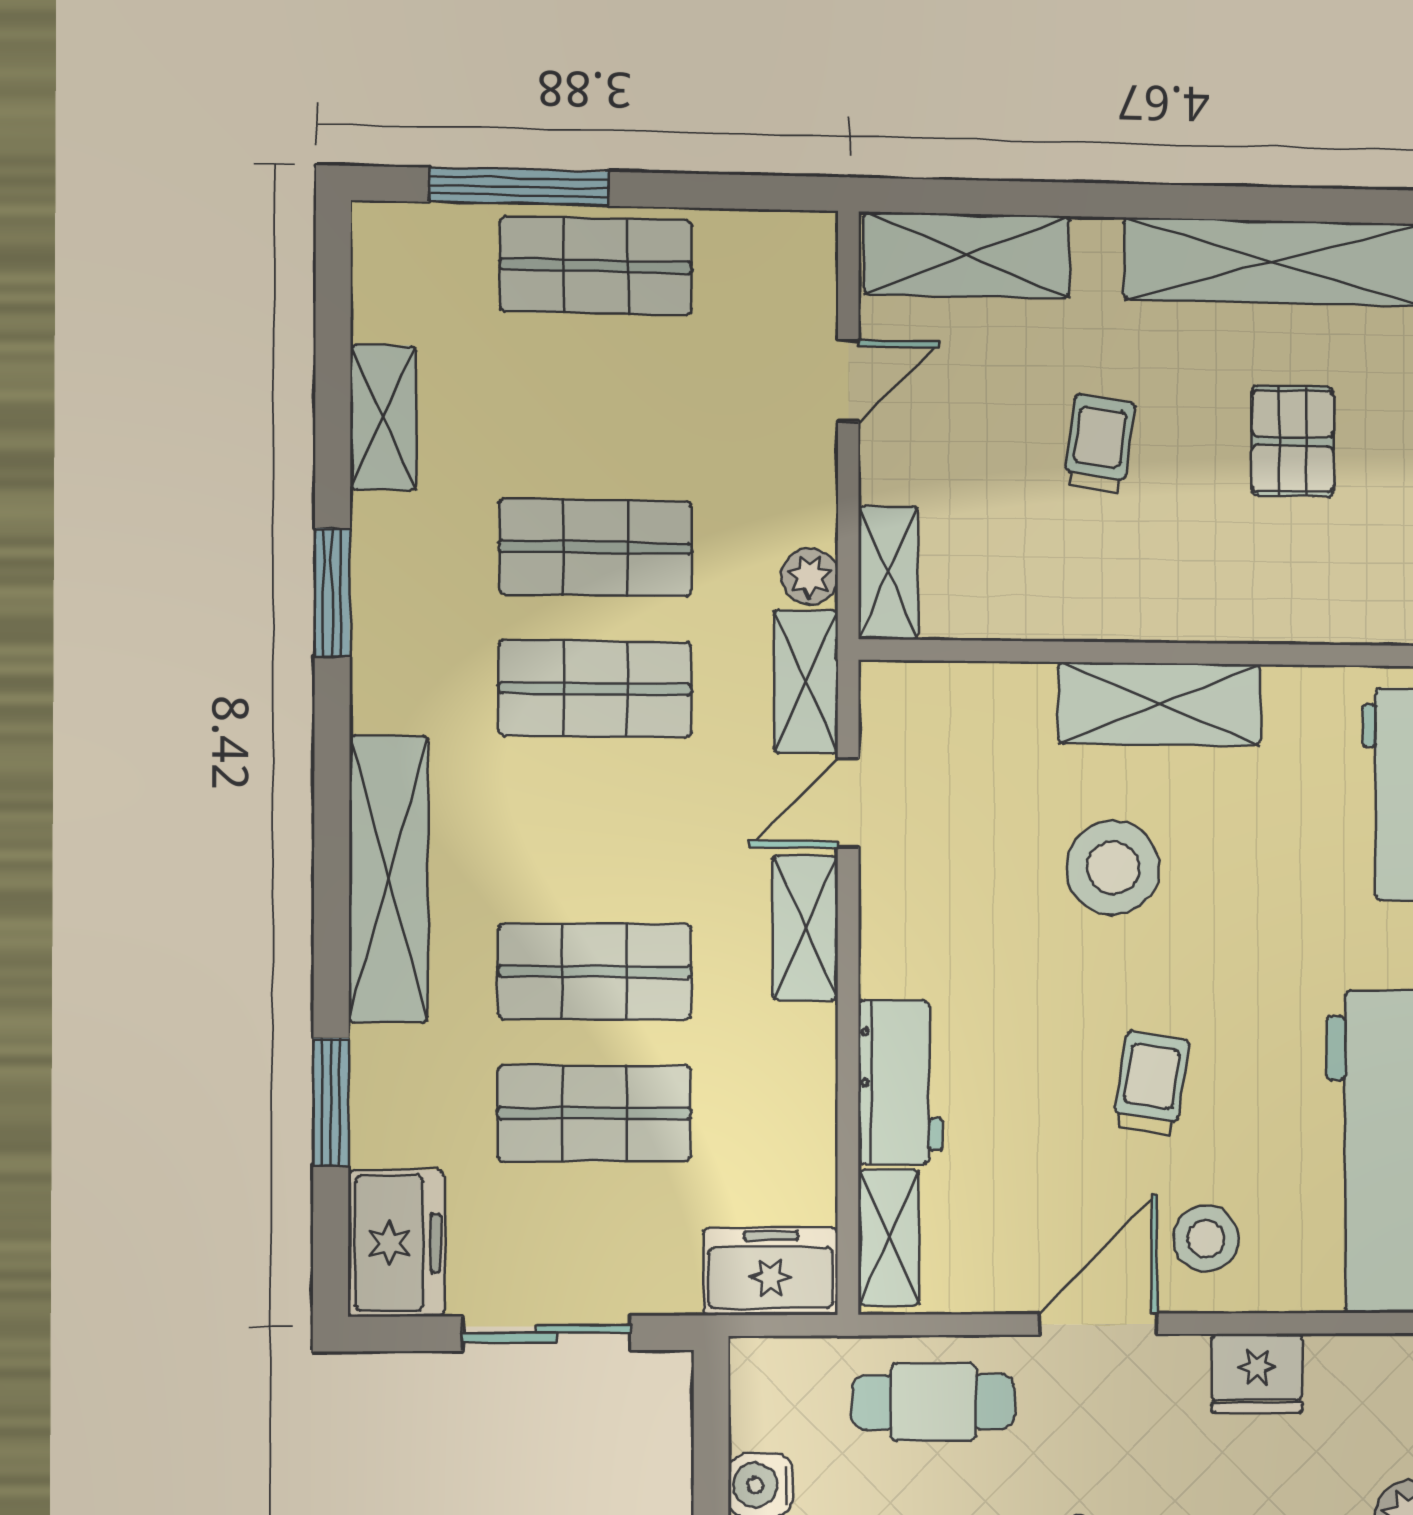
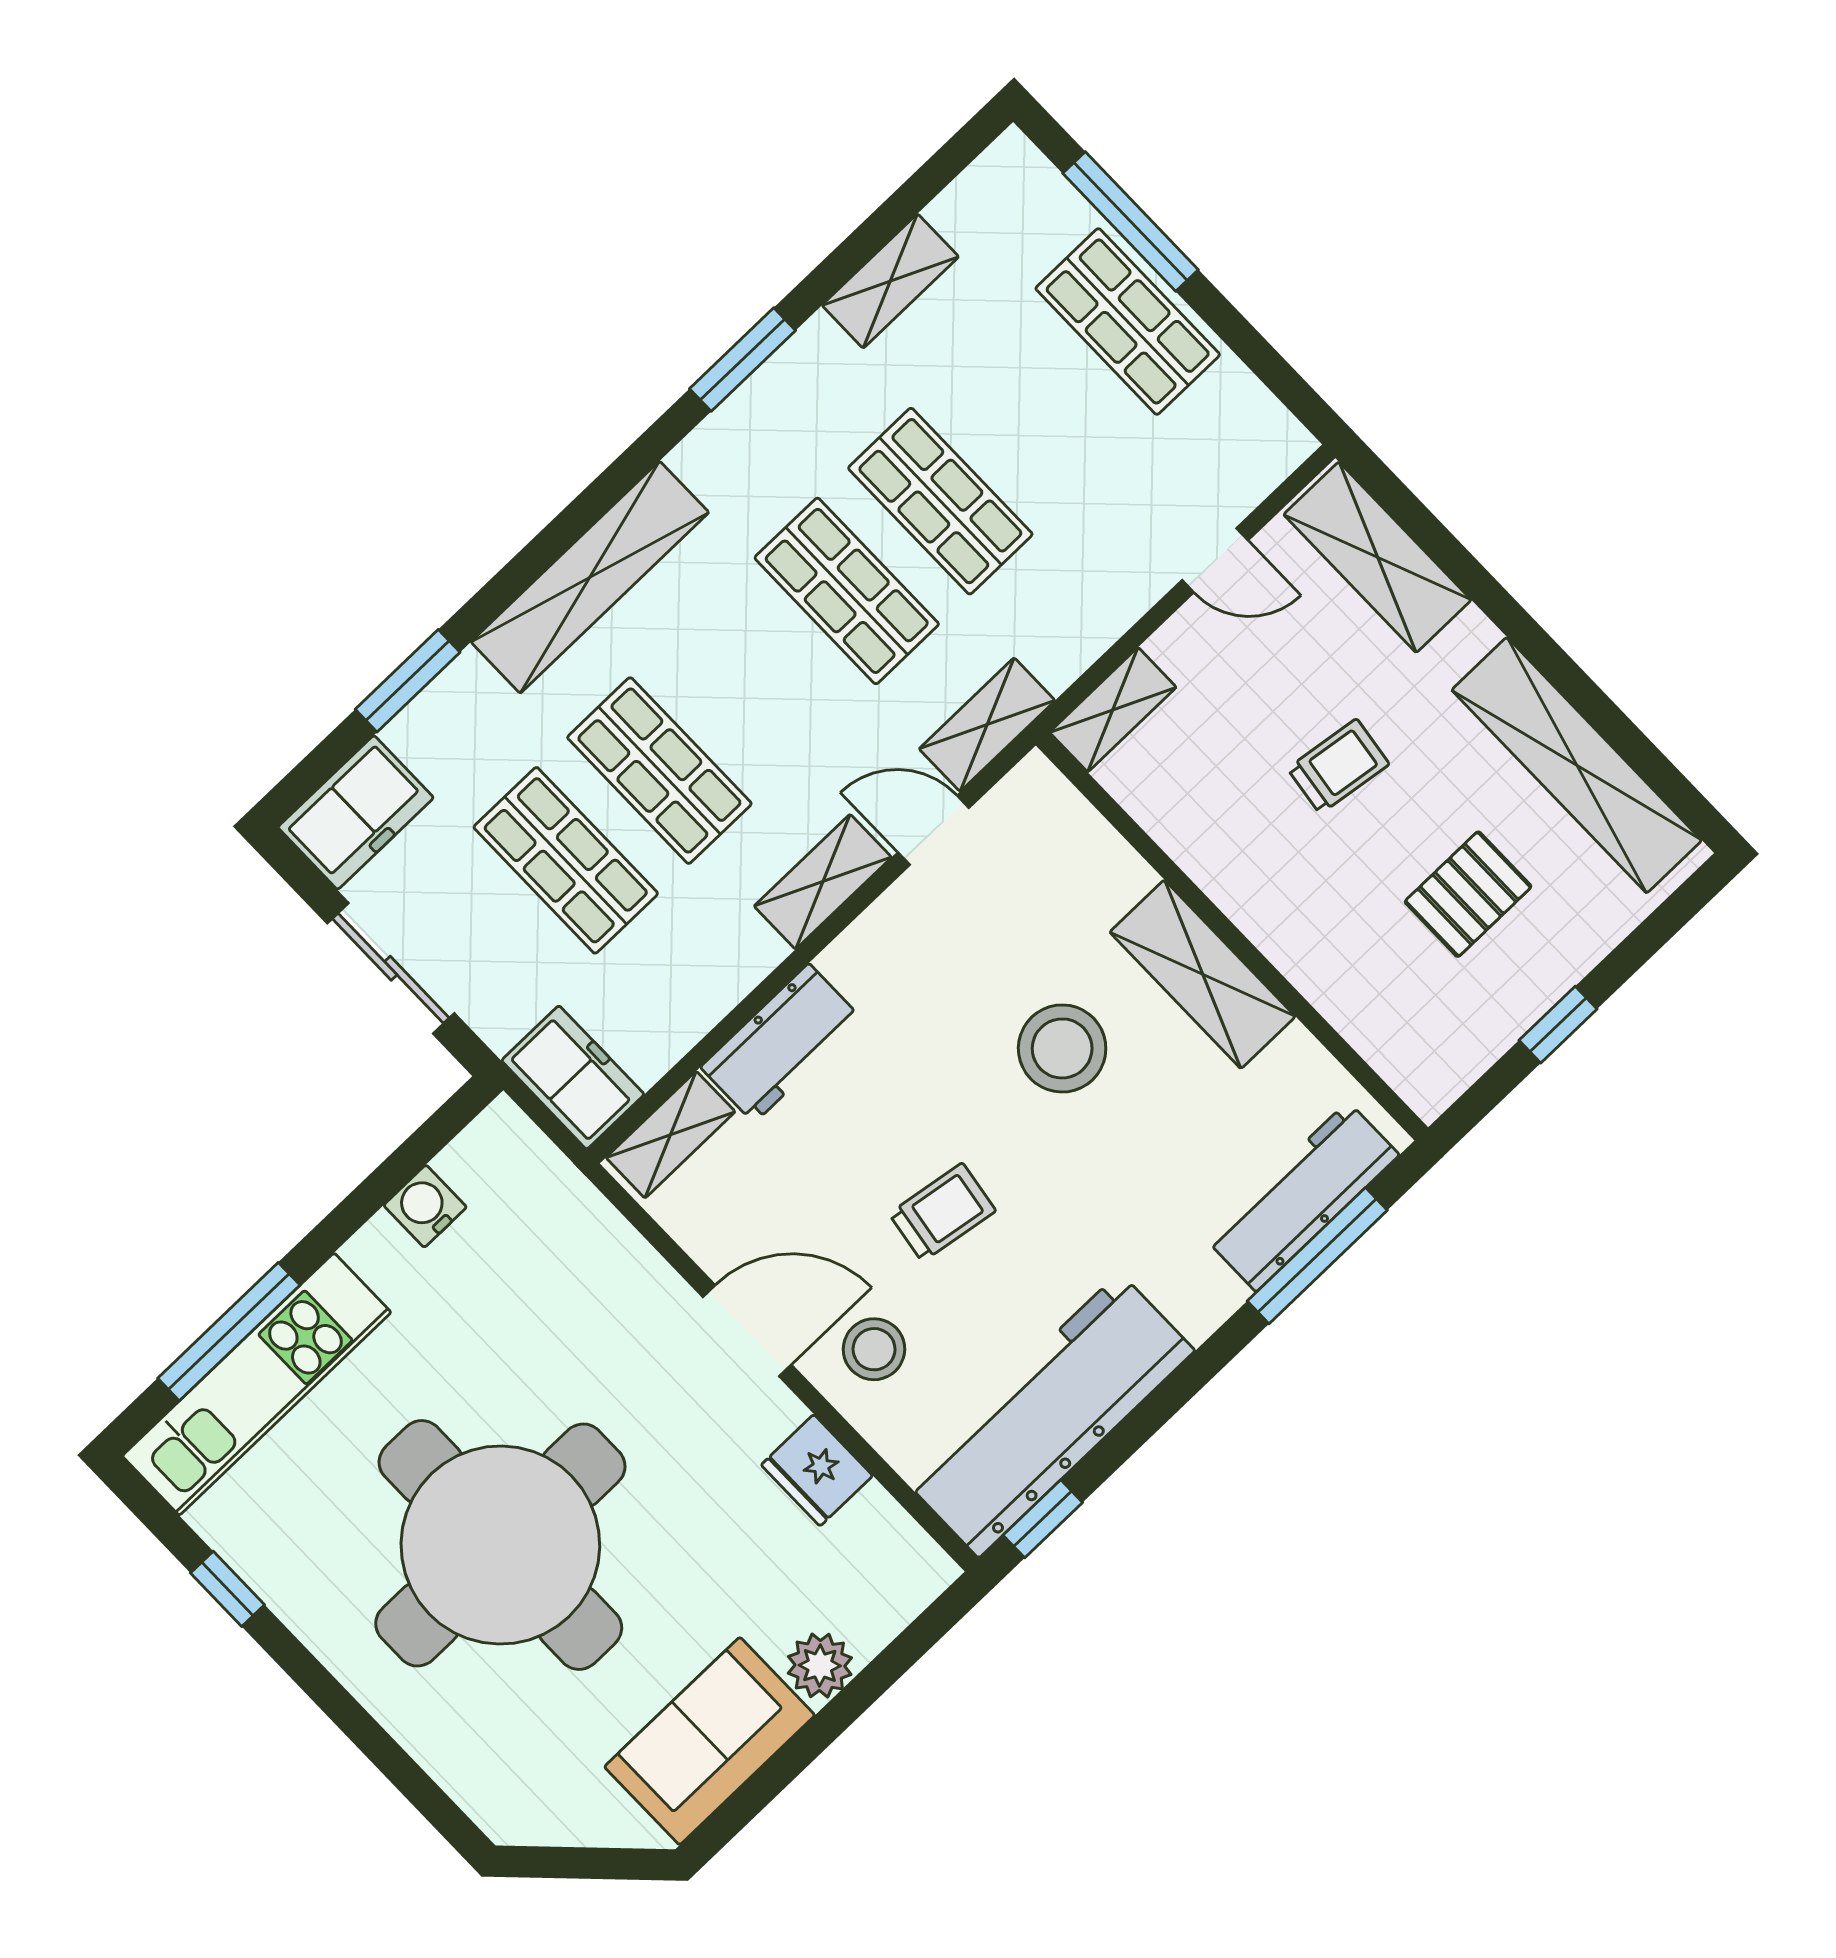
plant: (810, 576) -> (1060, 660), removed
cafe table: (933, 1402) -> (590, 1269), removed

